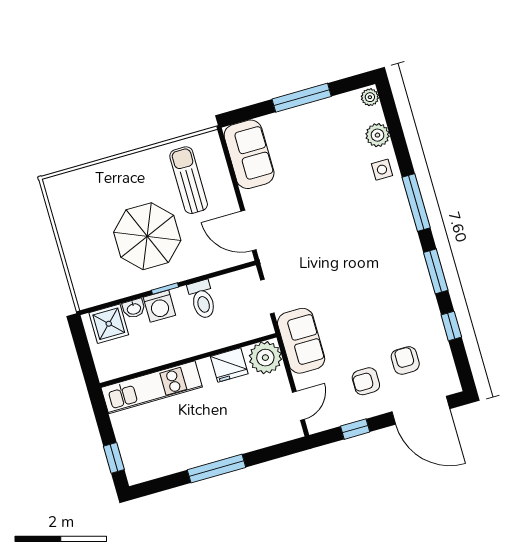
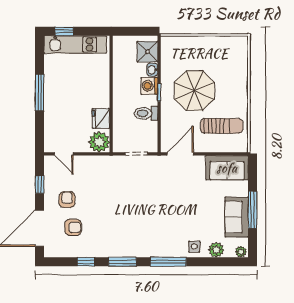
sofa: (301, 341) -> (237, 217), moved, turned 90
kitchen unit: (152, 387) -> (75, 45), moved, turned -90

